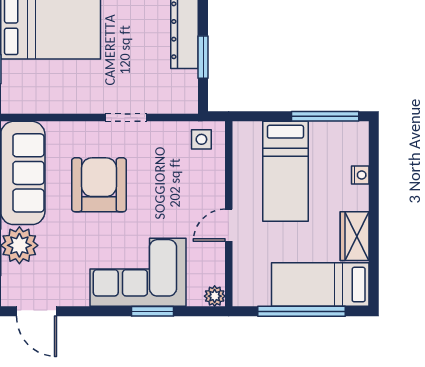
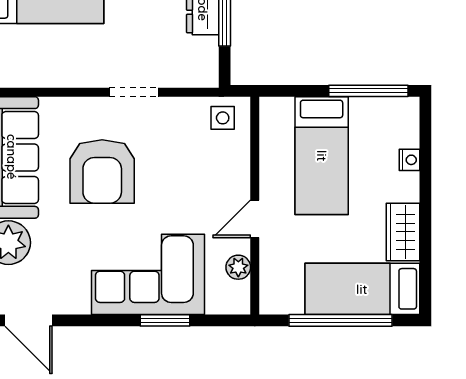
armchair: (99, 185) -> (102, 171), turned 180
plant: (215, 296) -> (238, 267), moved

